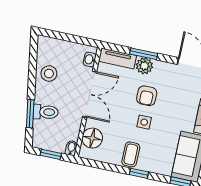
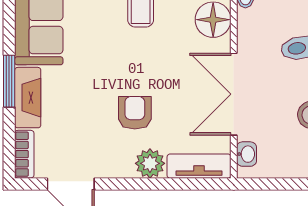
window: (144, 54) -> (156, 184), removed
side table: (144, 122) -> (130, 66), removed

